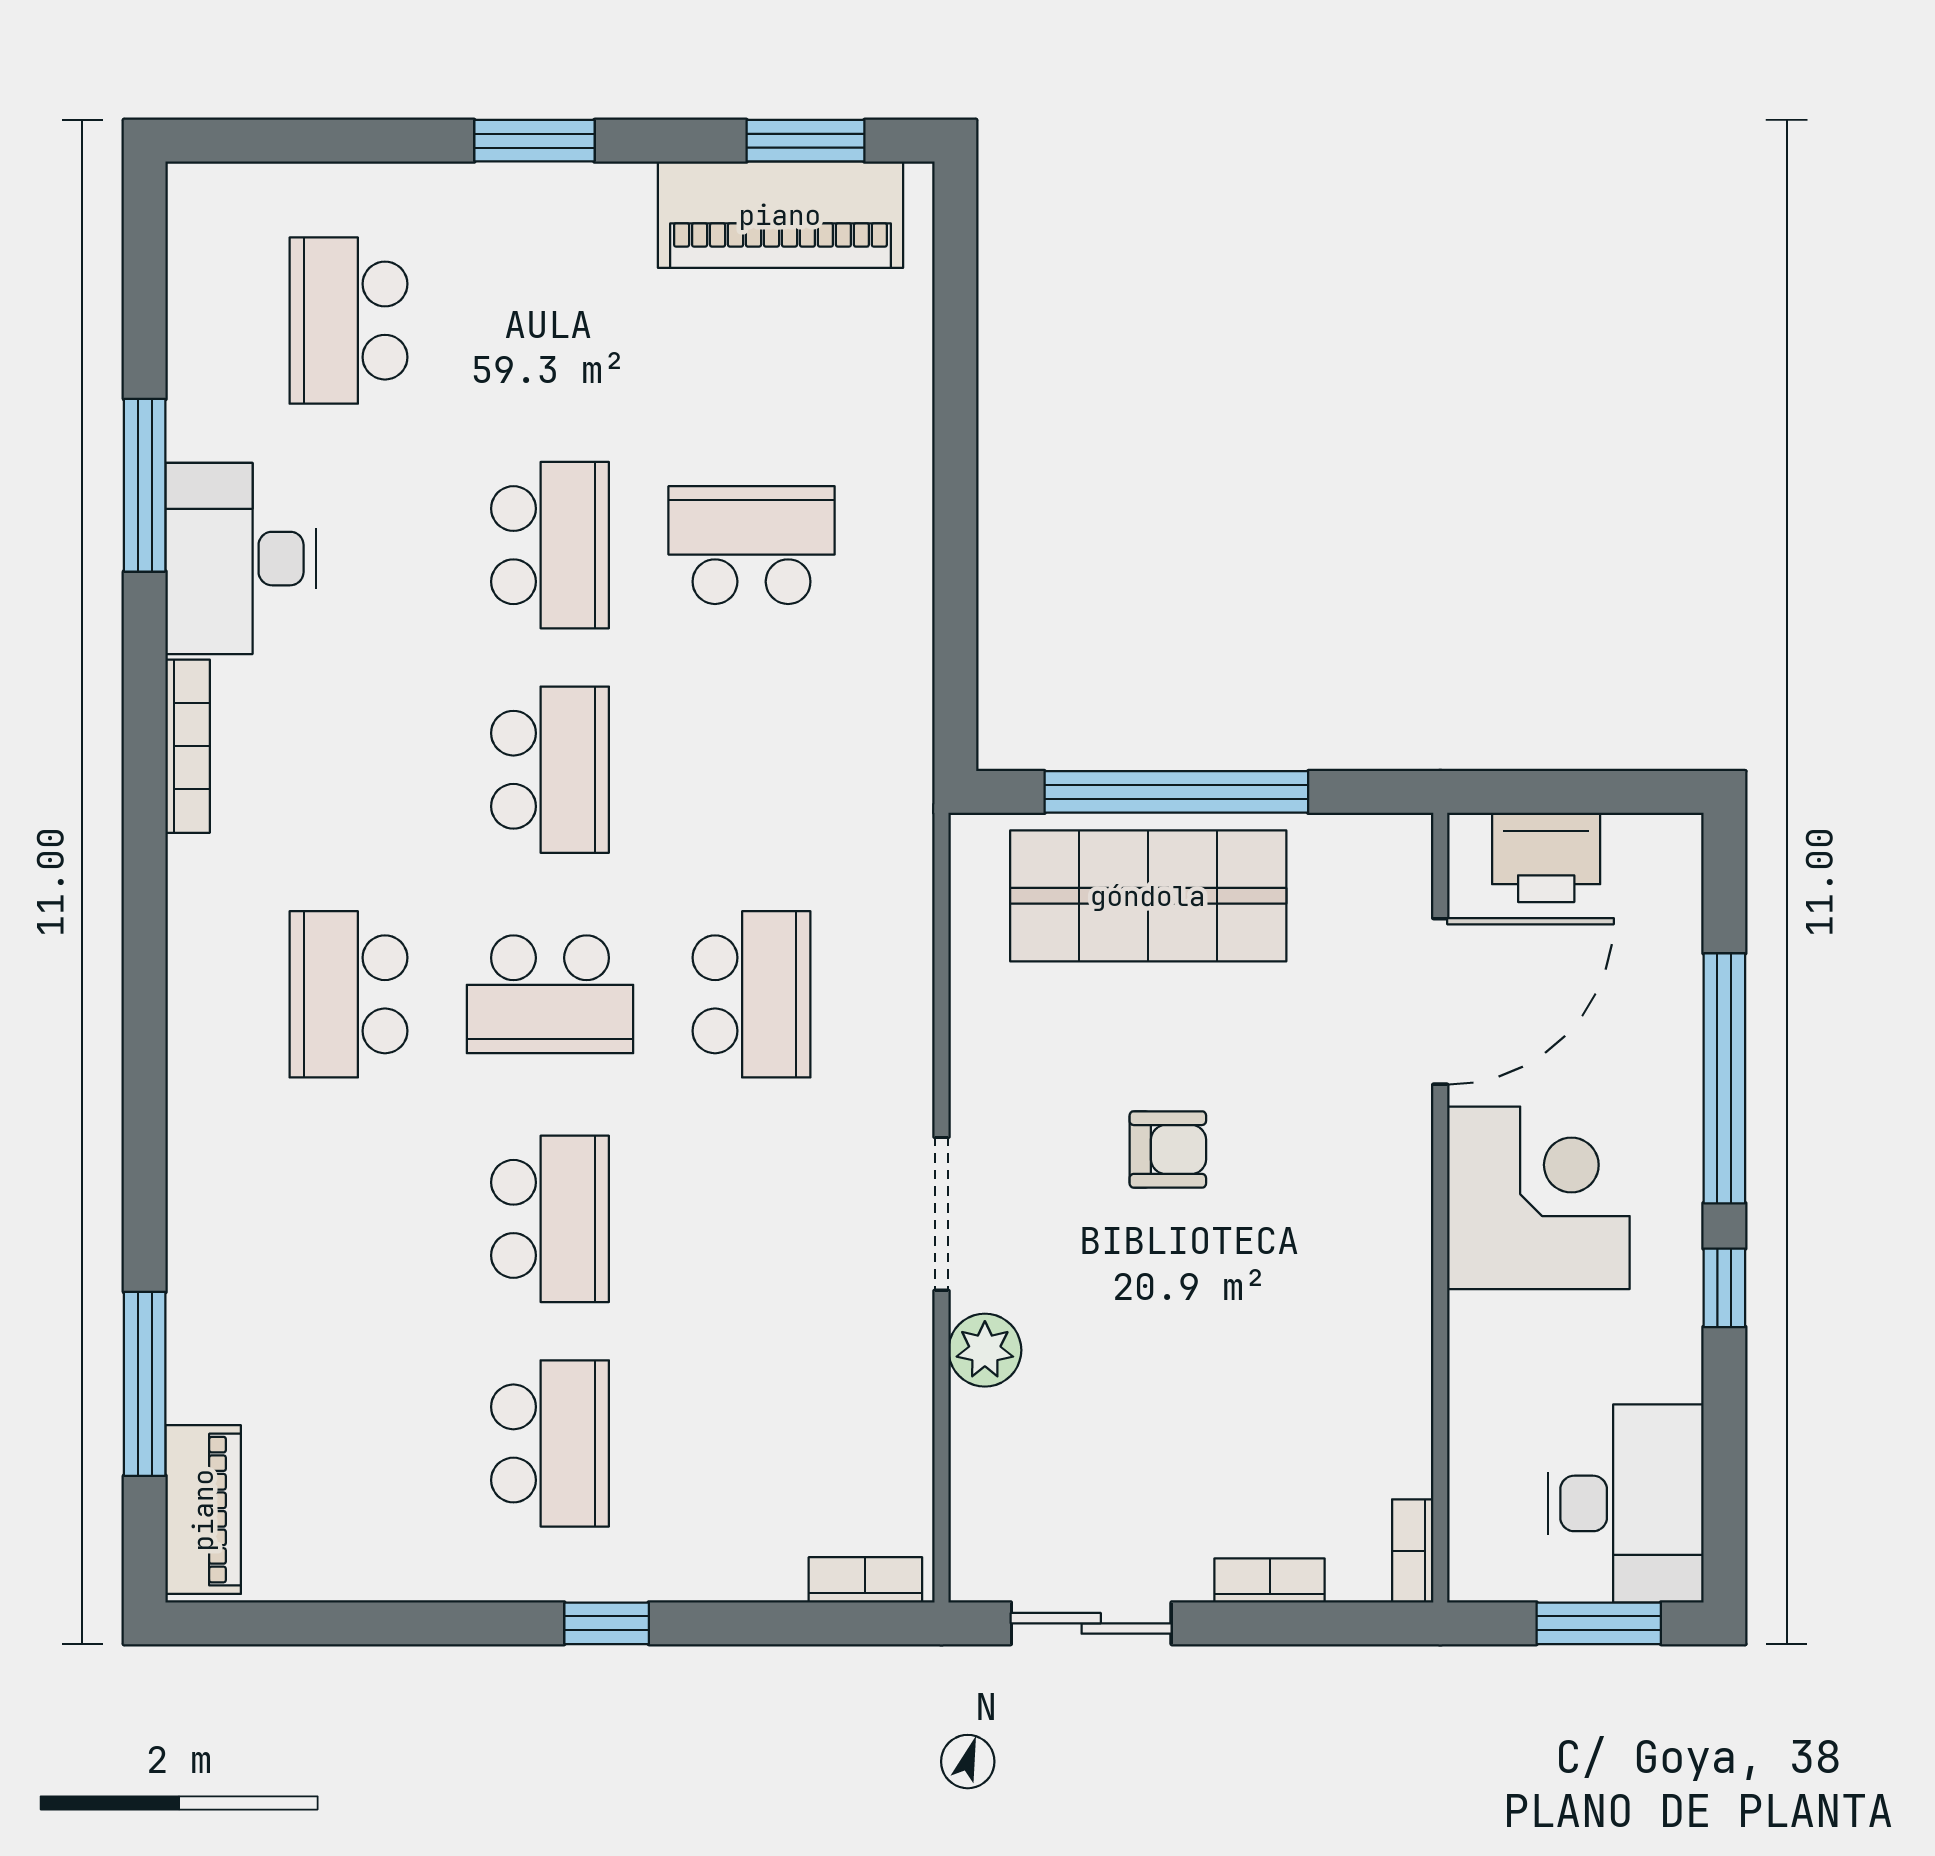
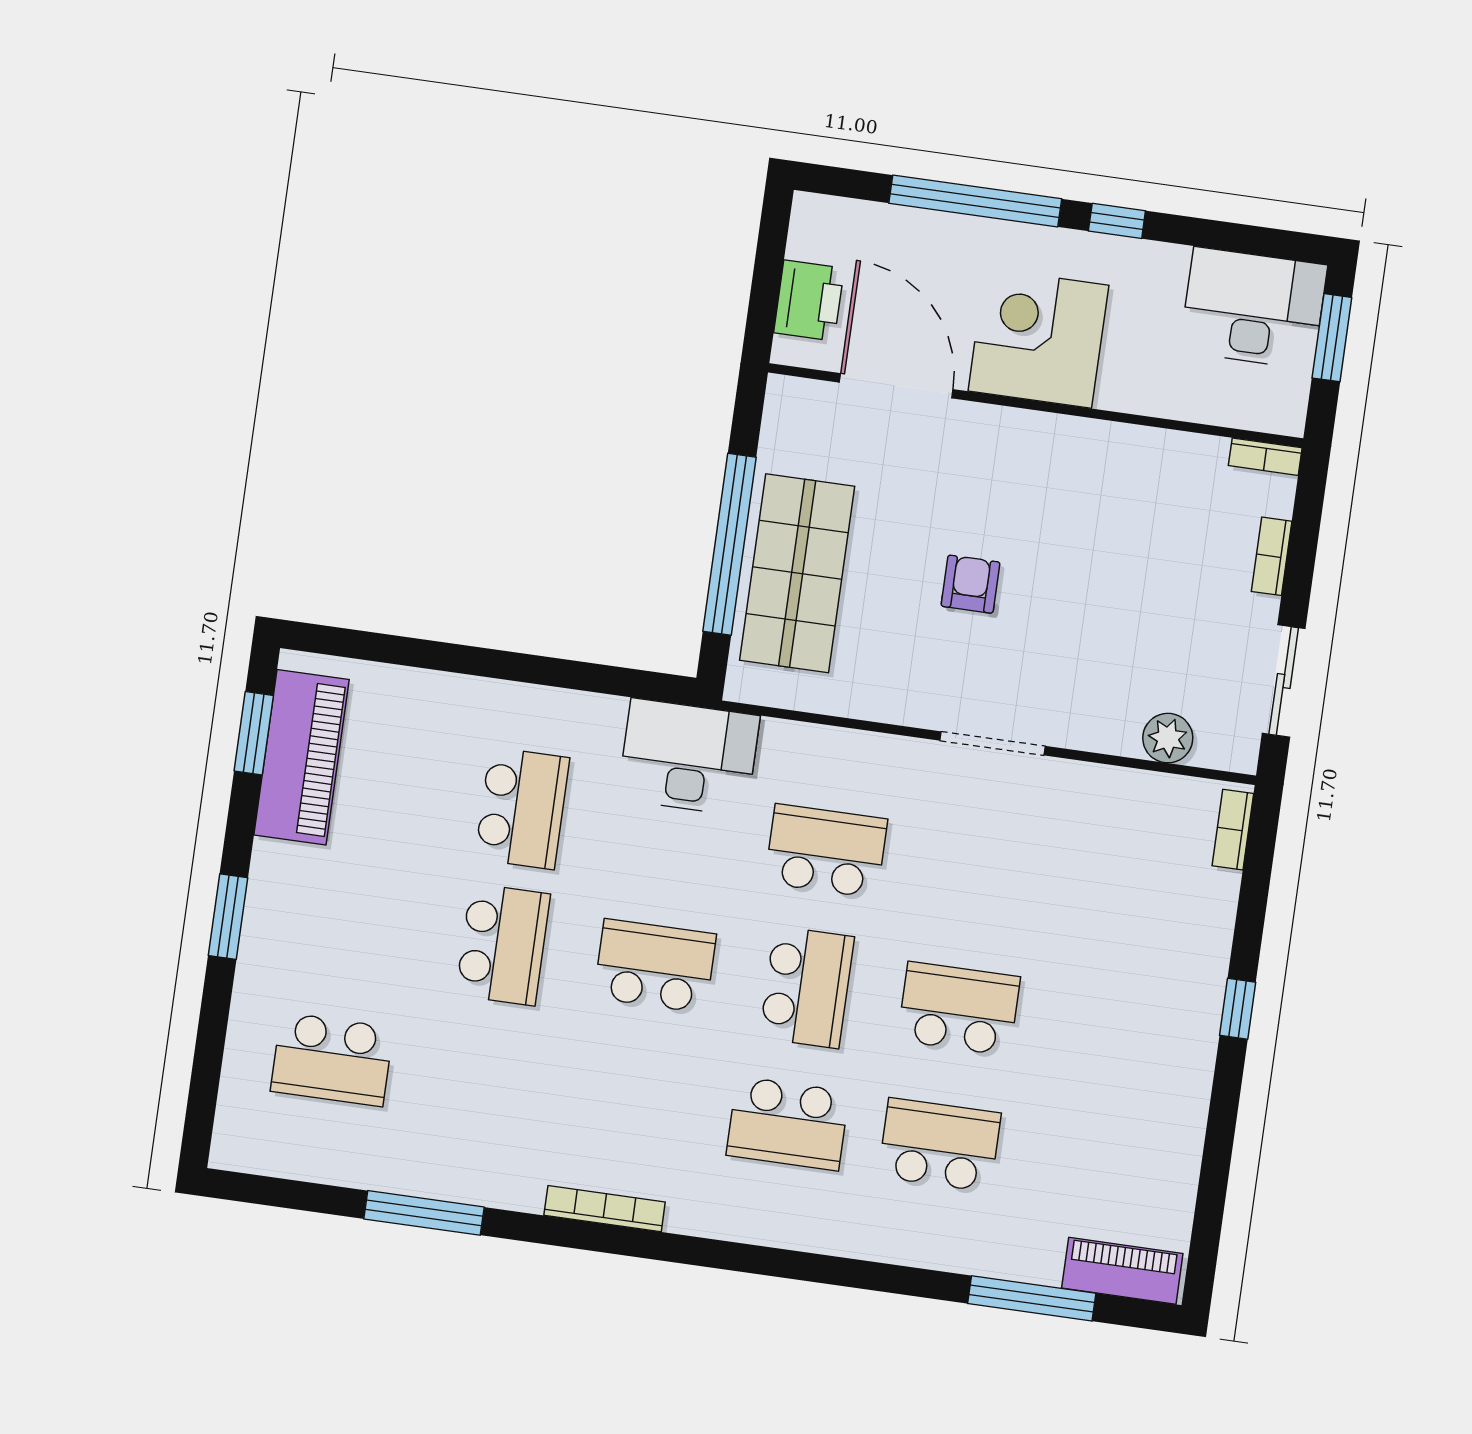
school desk: (550, 545) -> (503, 945), turned 90
school desk: (752, 545) -> (522, 808), turned 180
desk: (241, 559) -> (689, 757), moved, turned 180
plant: (985, 1350) -> (1168, 738), moved
school desk: (550, 1443) -> (940, 1145), moved

